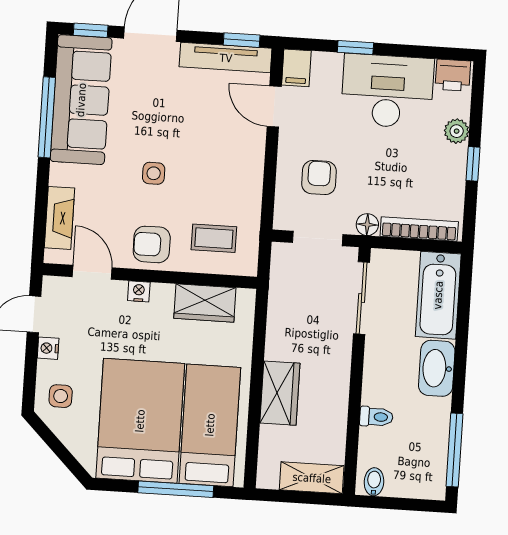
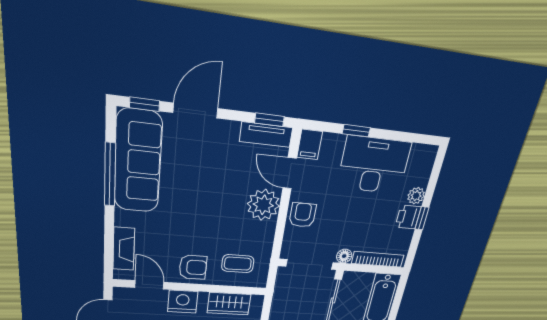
tv unit: (226, 58) -> (266, 135), width x0.71
printer: (453, 75) -> (408, 217), moved, turned 90
plant: (243, 151) -> (263, 205), added
side table: (154, 173) -> (195, 219), removed
armchair: (319, 178) -> (303, 215), moved
doorway: (318, 238) -> (309, 264), width x1.38
armchair: (152, 244) -> (193, 267), turned 180
nightstand: (139, 291) -> (183, 302), width x1.89, depth x1.79

